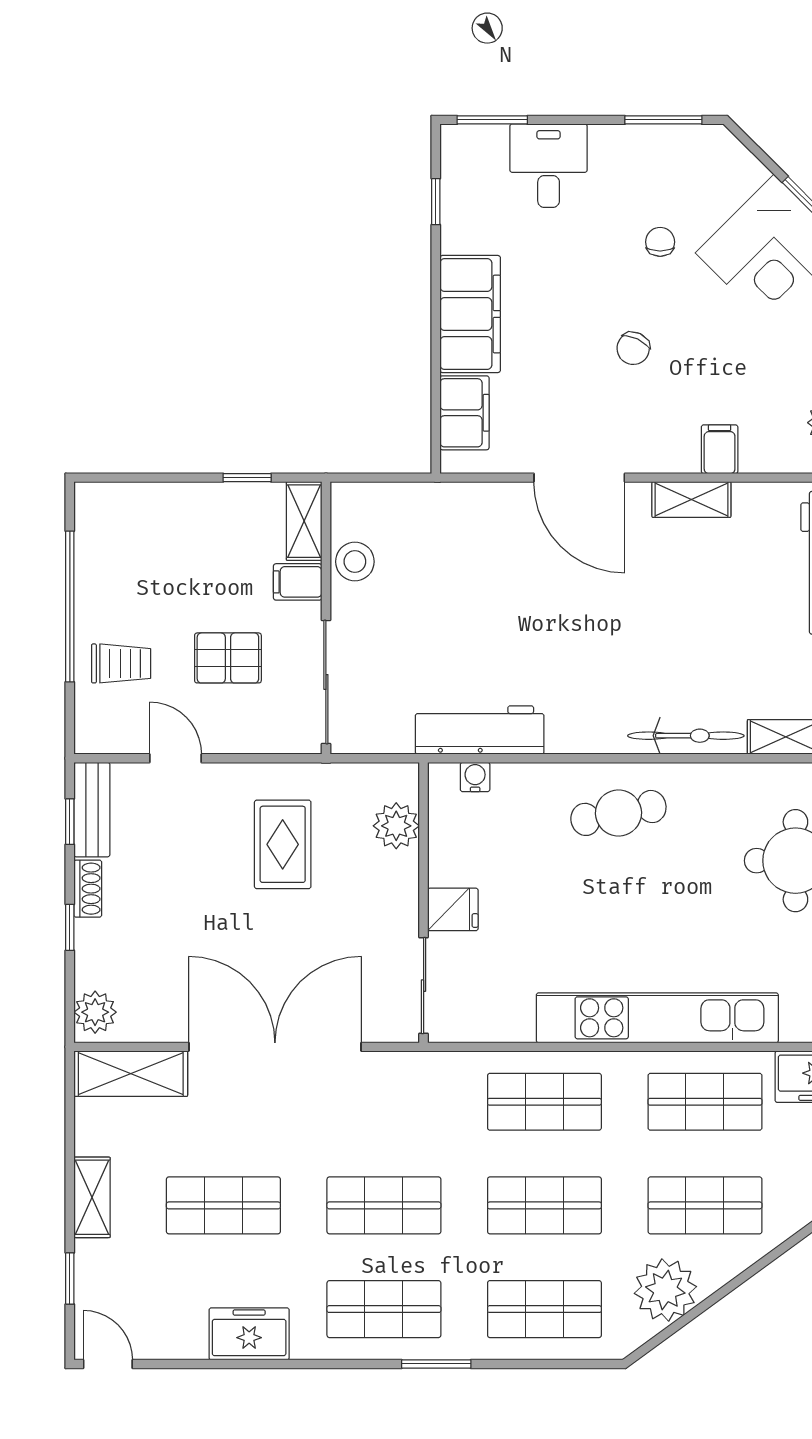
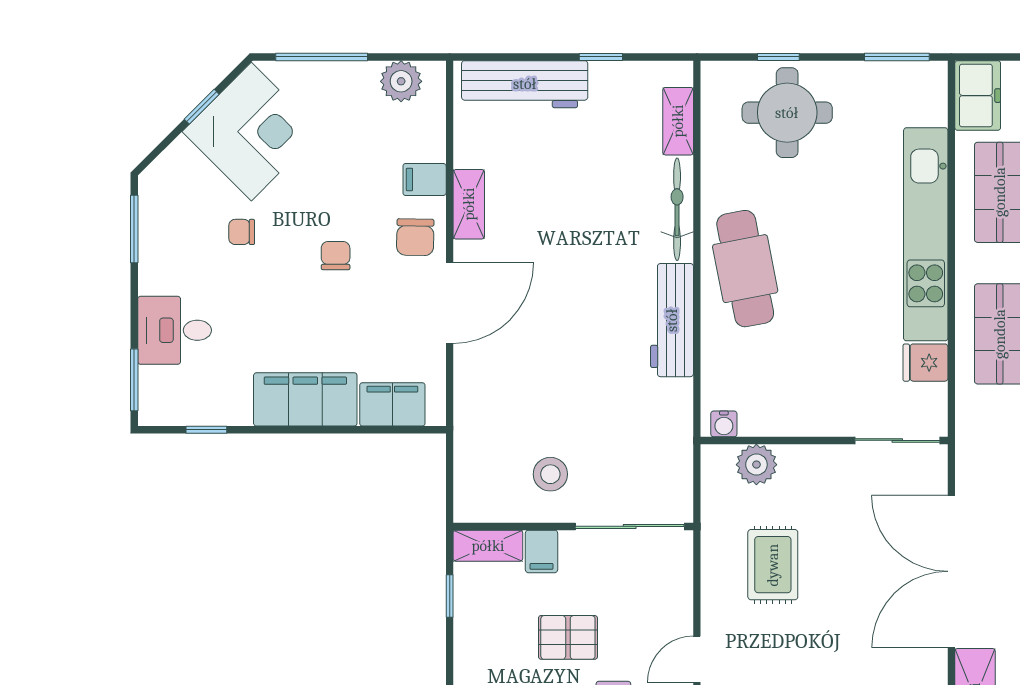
chair: (633, 348) -> (336, 256), turned -115
chair: (654, 439) -> (415, 237), added
stool: (355, 562) -> (550, 474), moved
pallet: (228, 658) -> (568, 637), moved, turned 90
workbench: (480, 730) -> (672, 320), moved
water cooler: (475, 777) -> (724, 424), moved, turned -90
cafe table: (618, 813) -> (745, 269), width x1.37, depth x1.35
rug: (283, 844) -> (773, 565), turned 90
fridge: (453, 909) -> (925, 363), moved, turned -90

